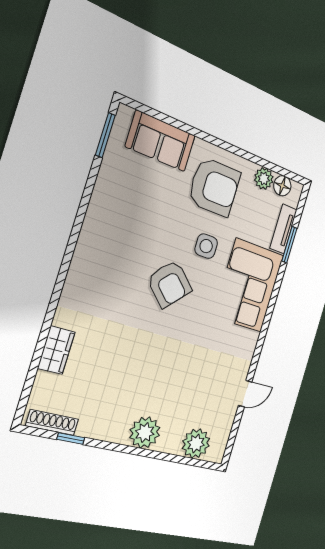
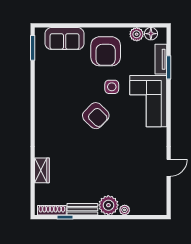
armchair: (214, 187) -> (106, 51), turned 90
bench: (103, 431) -> (82, 209), added
plant: (196, 444) -> (125, 210), moved, width x0.53, depth x0.53

